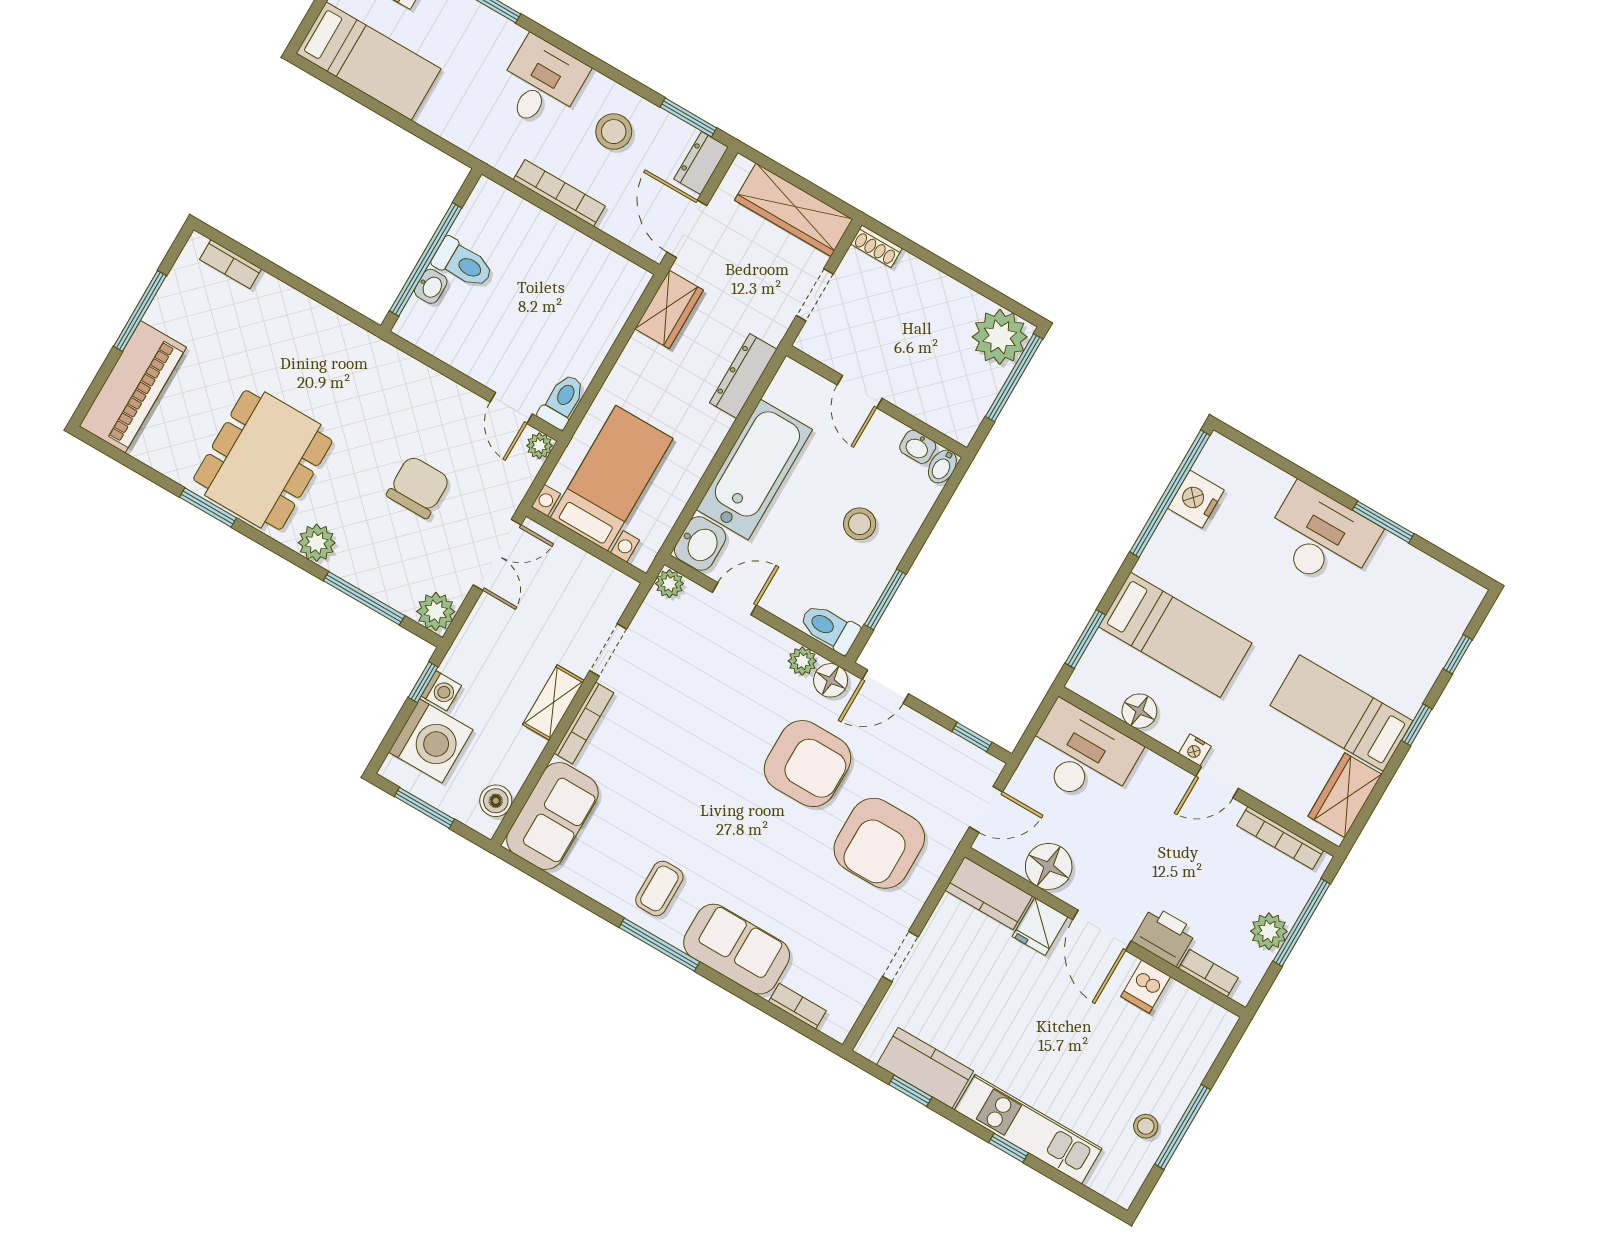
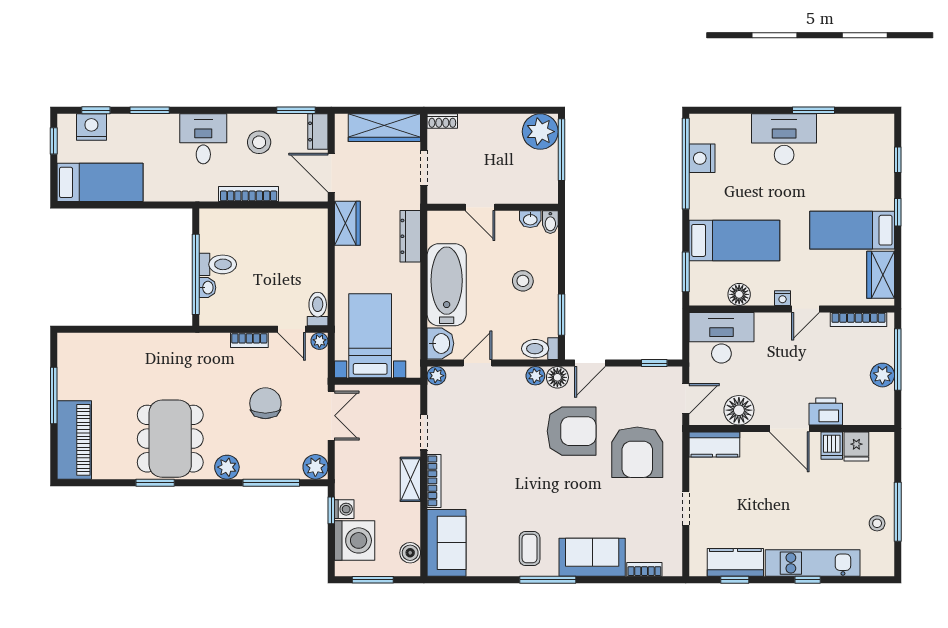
bookcase: (230, 264) -> (249, 340), moved
fridge: (1040, 927) -> (856, 447), moved
bookcase: (1208, 973) -> (862, 418), removed

